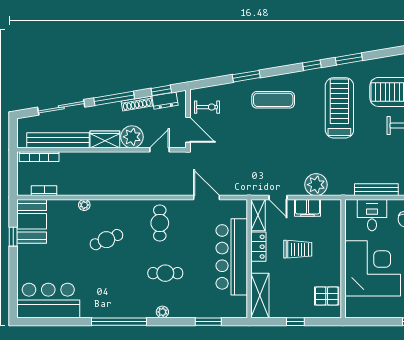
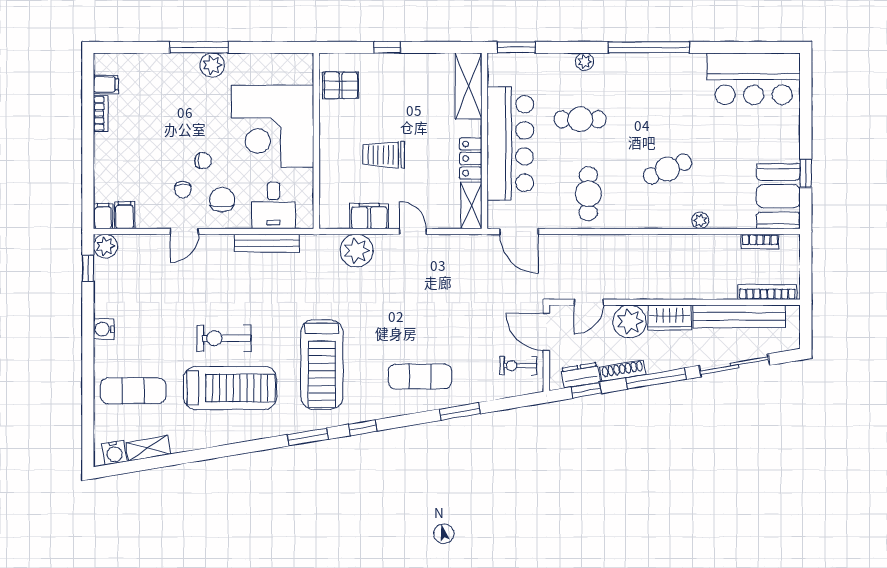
shelving: (258, 215) -> (471, 206), moved
locker: (258, 247) -> (471, 159), moved
bar counter: (232, 257) -> (510, 143), moved
wall: (249, 259) -> (484, 141), moved
shelving: (260, 296) -> (468, 86), moved

